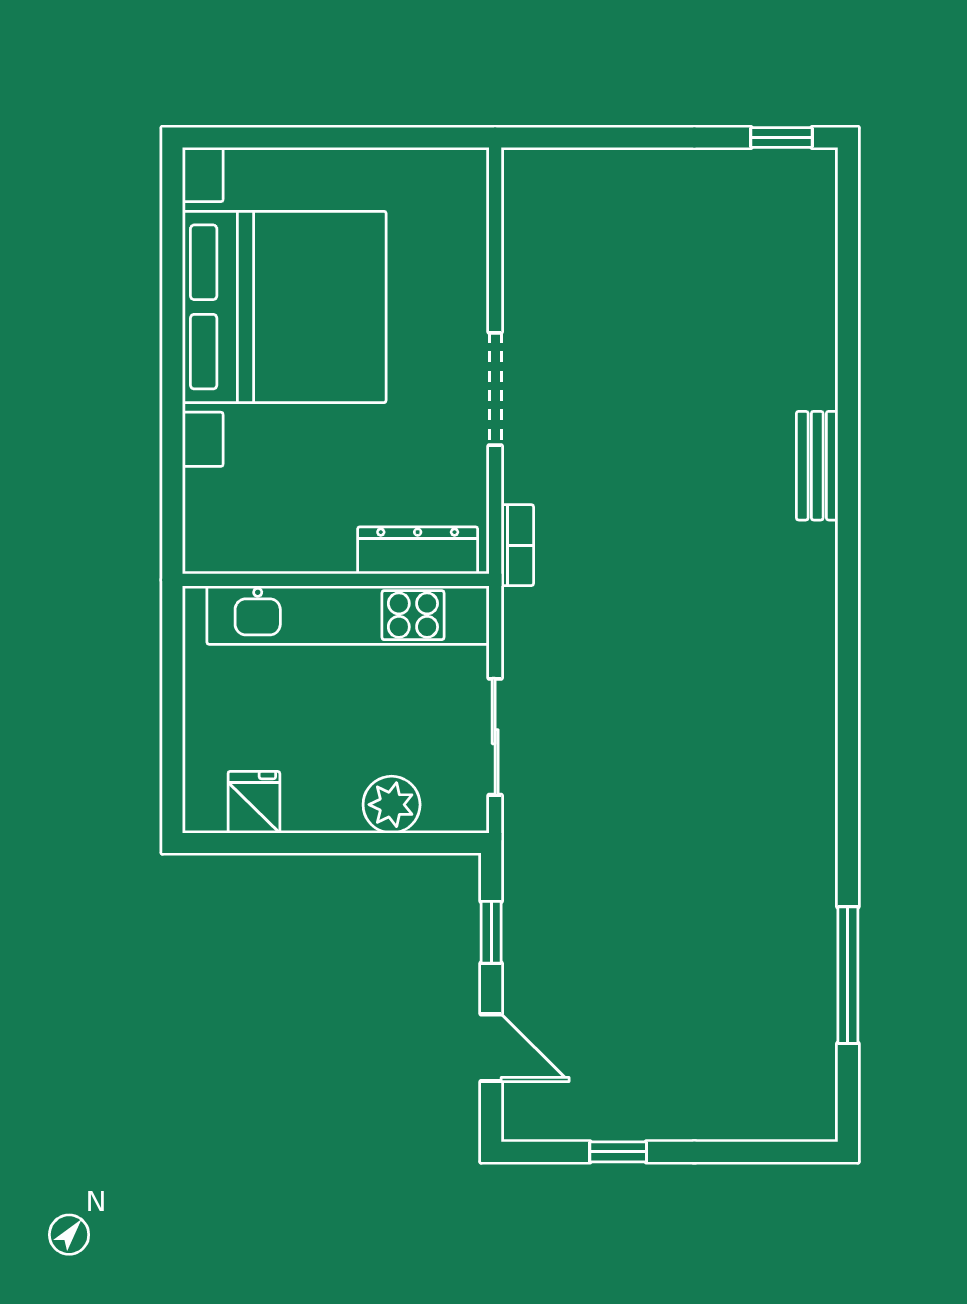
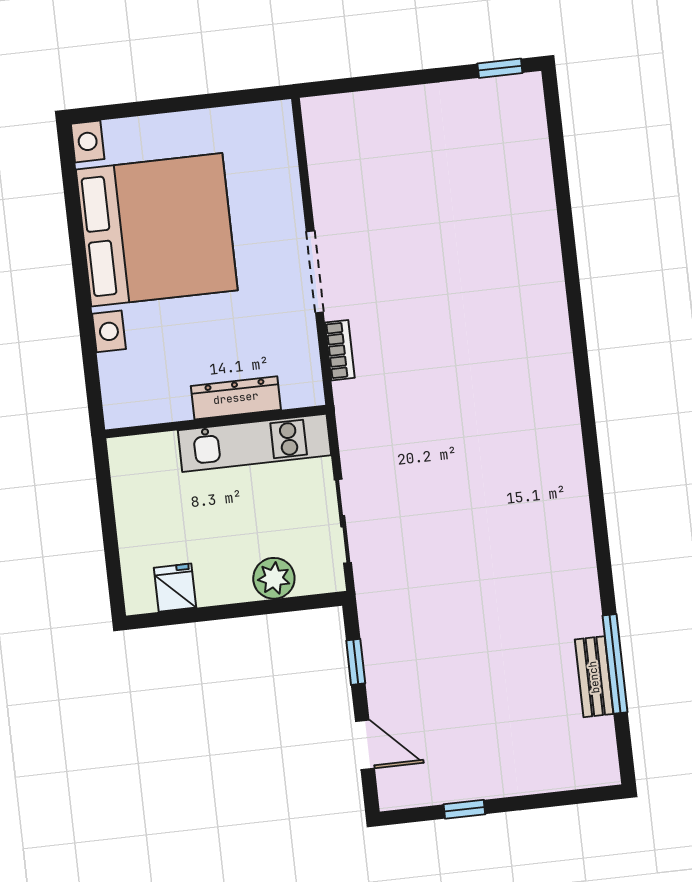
bench: (817, 466) -> (594, 677), moved
bookcase: (517, 545) -> (340, 350), moved
dresser: (418, 550) -> (236, 398), moved
kitchen unit: (348, 615) -> (254, 443), width x0.73

